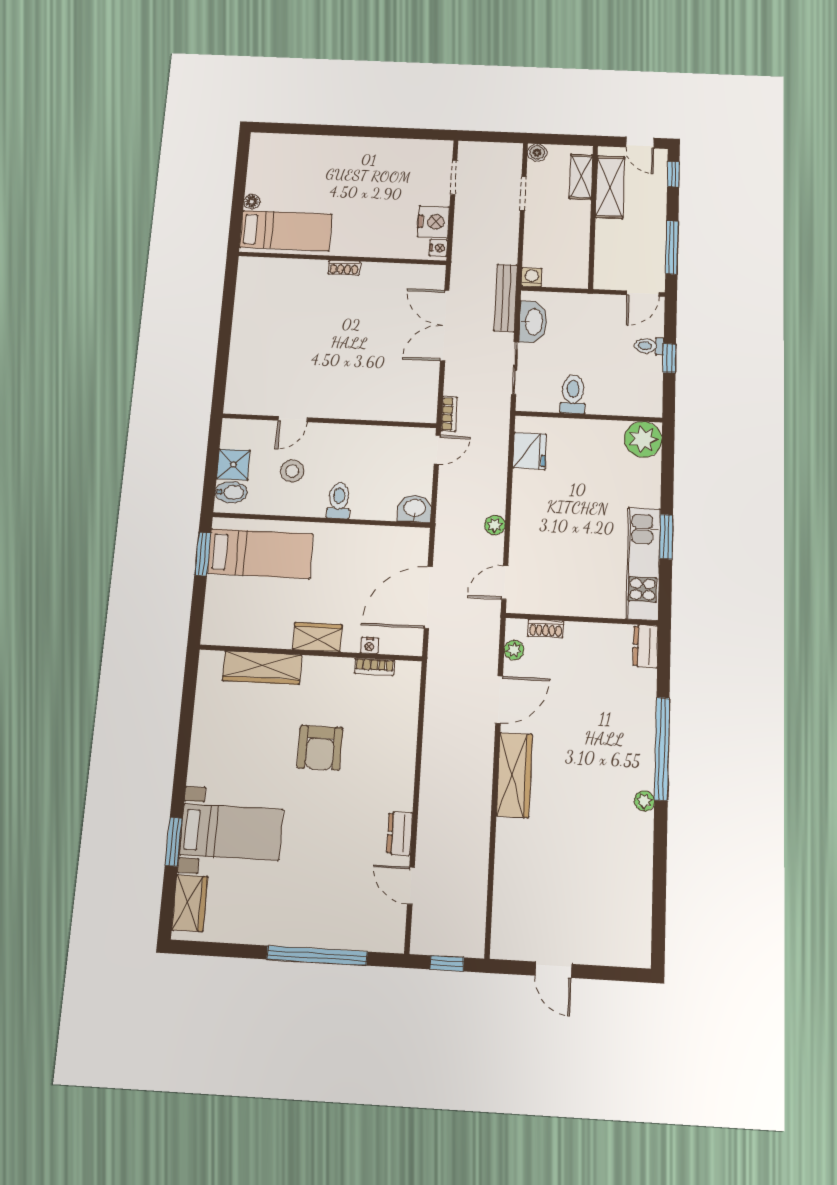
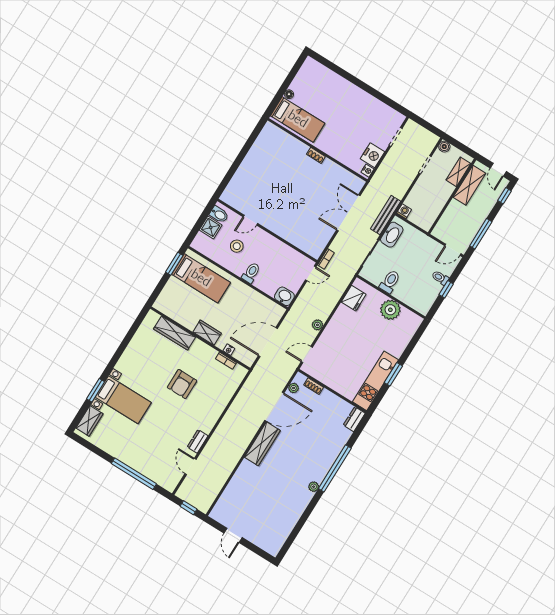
plant: (643, 439) -> (390, 310), moved
bidet: (231, 492) -> (219, 214), moved
door: (499, 700) -> (274, 407), width x1.36

